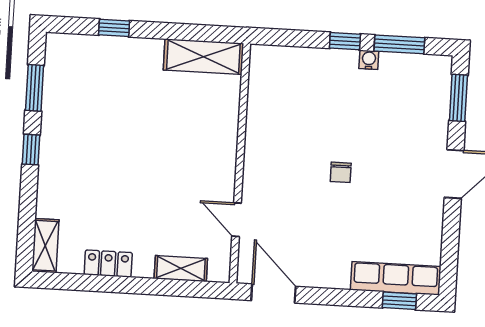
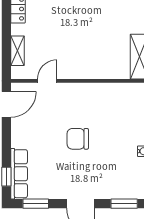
chair: (341, 172) -> (78, 139), width x1.87, depth x1.87
window: (450, 252) -> (36, 204), added

